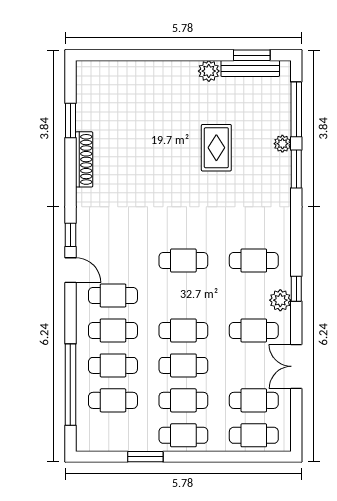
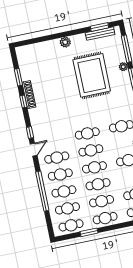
plant: (209, 71) -> (65, 42), moved
rug: (216, 148) -> (92, 75), width x1.86, depth x2.06
window: (70, 171) -> (23, 101), added
door: (70, 270) -> (34, 150), hinge flipped
cafe table: (183, 295) -> (91, 150), added
window: (70, 385) -> (42, 191), moved
cafe table: (113, 435) -> (71, 225), added

